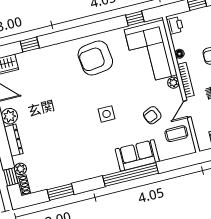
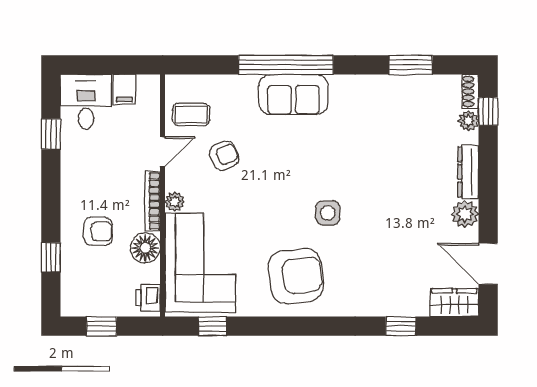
floor lamp: (179, 54) -> (145, 248), width x1.89, depth x1.89
side table: (107, 114) -> (328, 213), moved
sofa: (137, 155) -> (293, 94), moved

